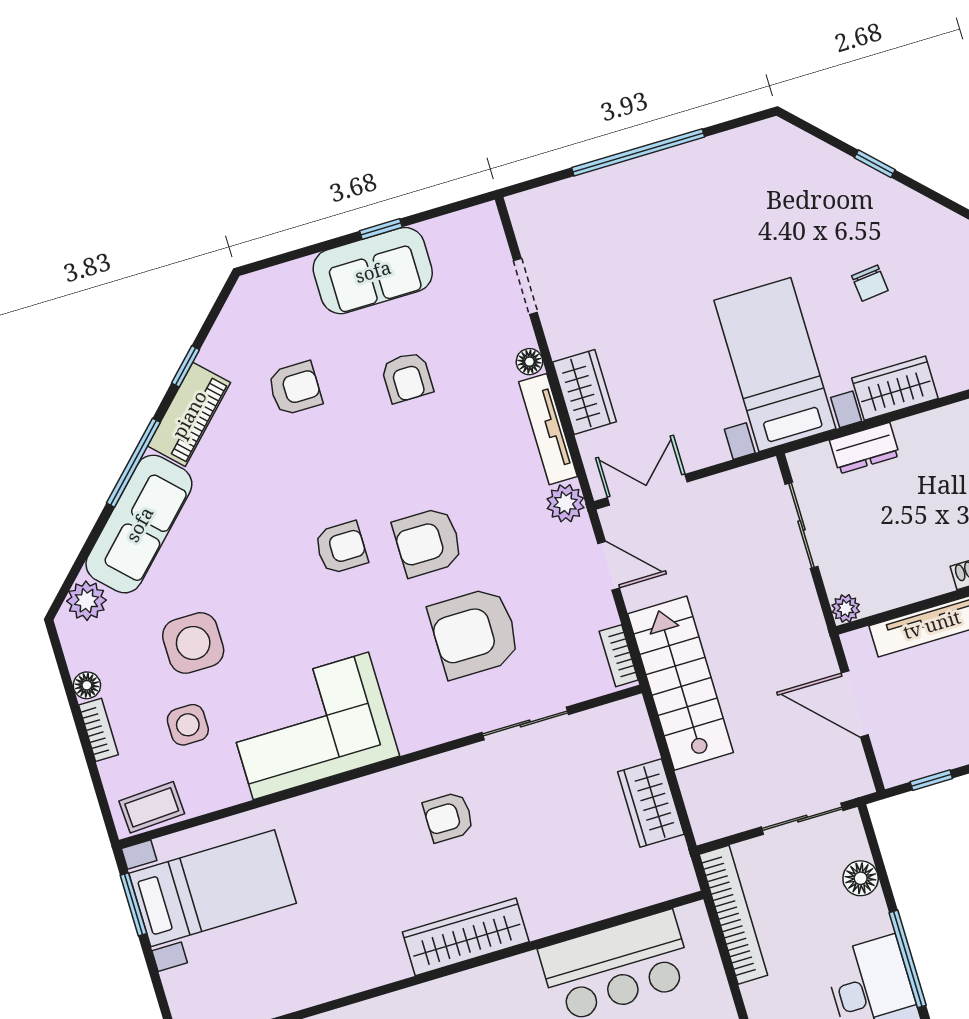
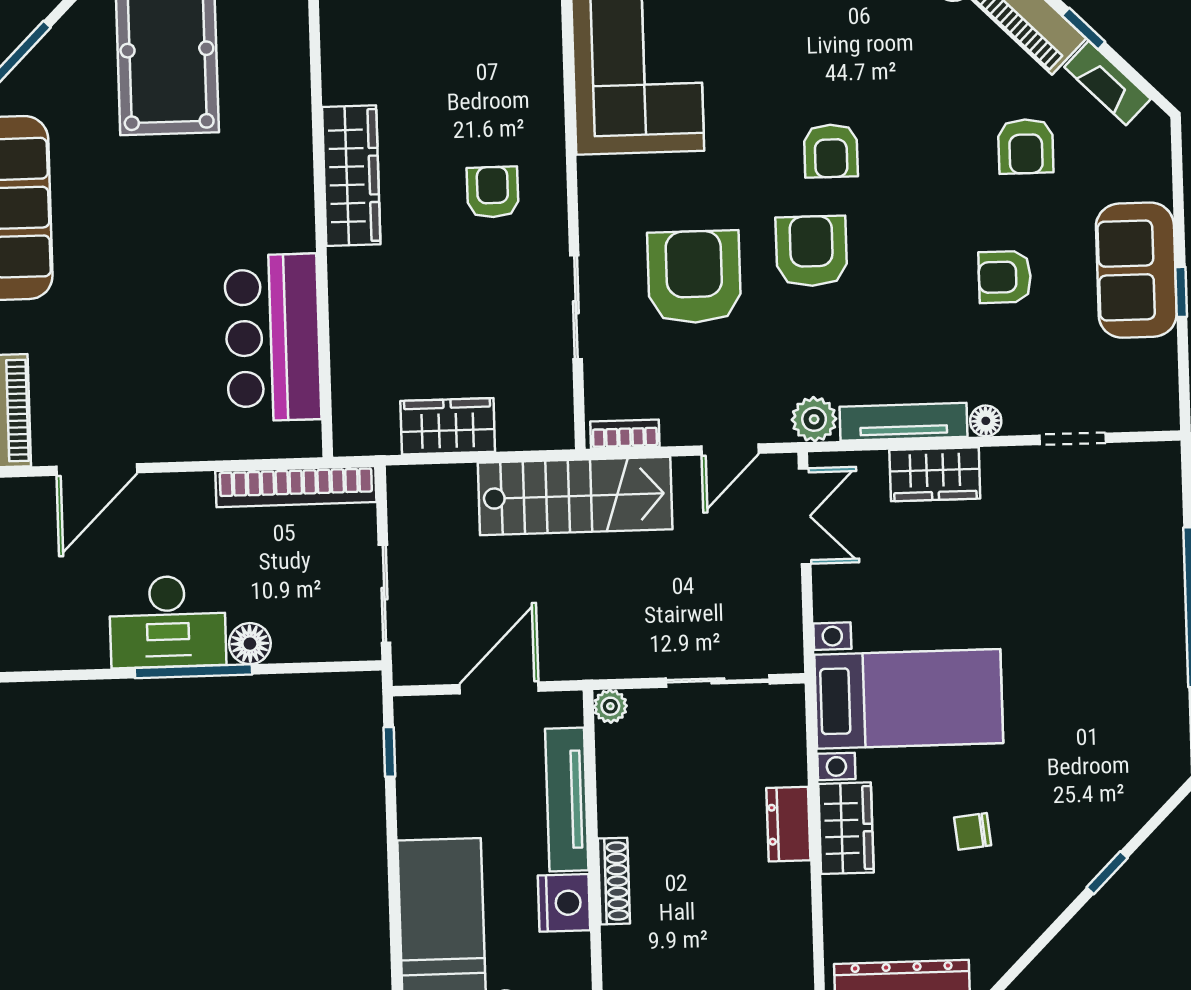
fireplace: (225, 335) -> (1107, 83), added
dresser: (865, 448) -> (788, 824), moved
floor lamp: (861, 878) -> (250, 644), moved

